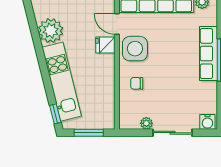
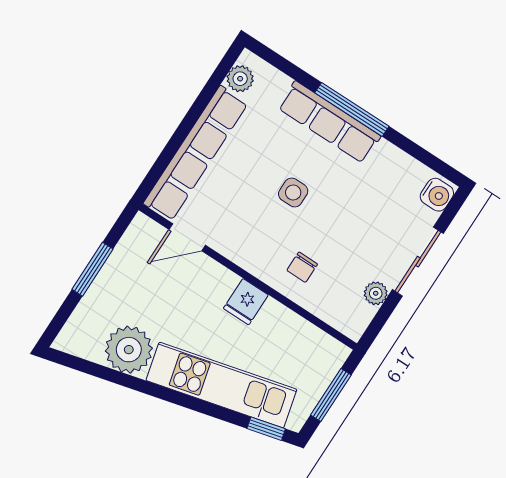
fridge: (105, 45) -> (246, 302), moved
side table: (135, 49) -> (293, 192), moved, width x0.54, depth x0.54

